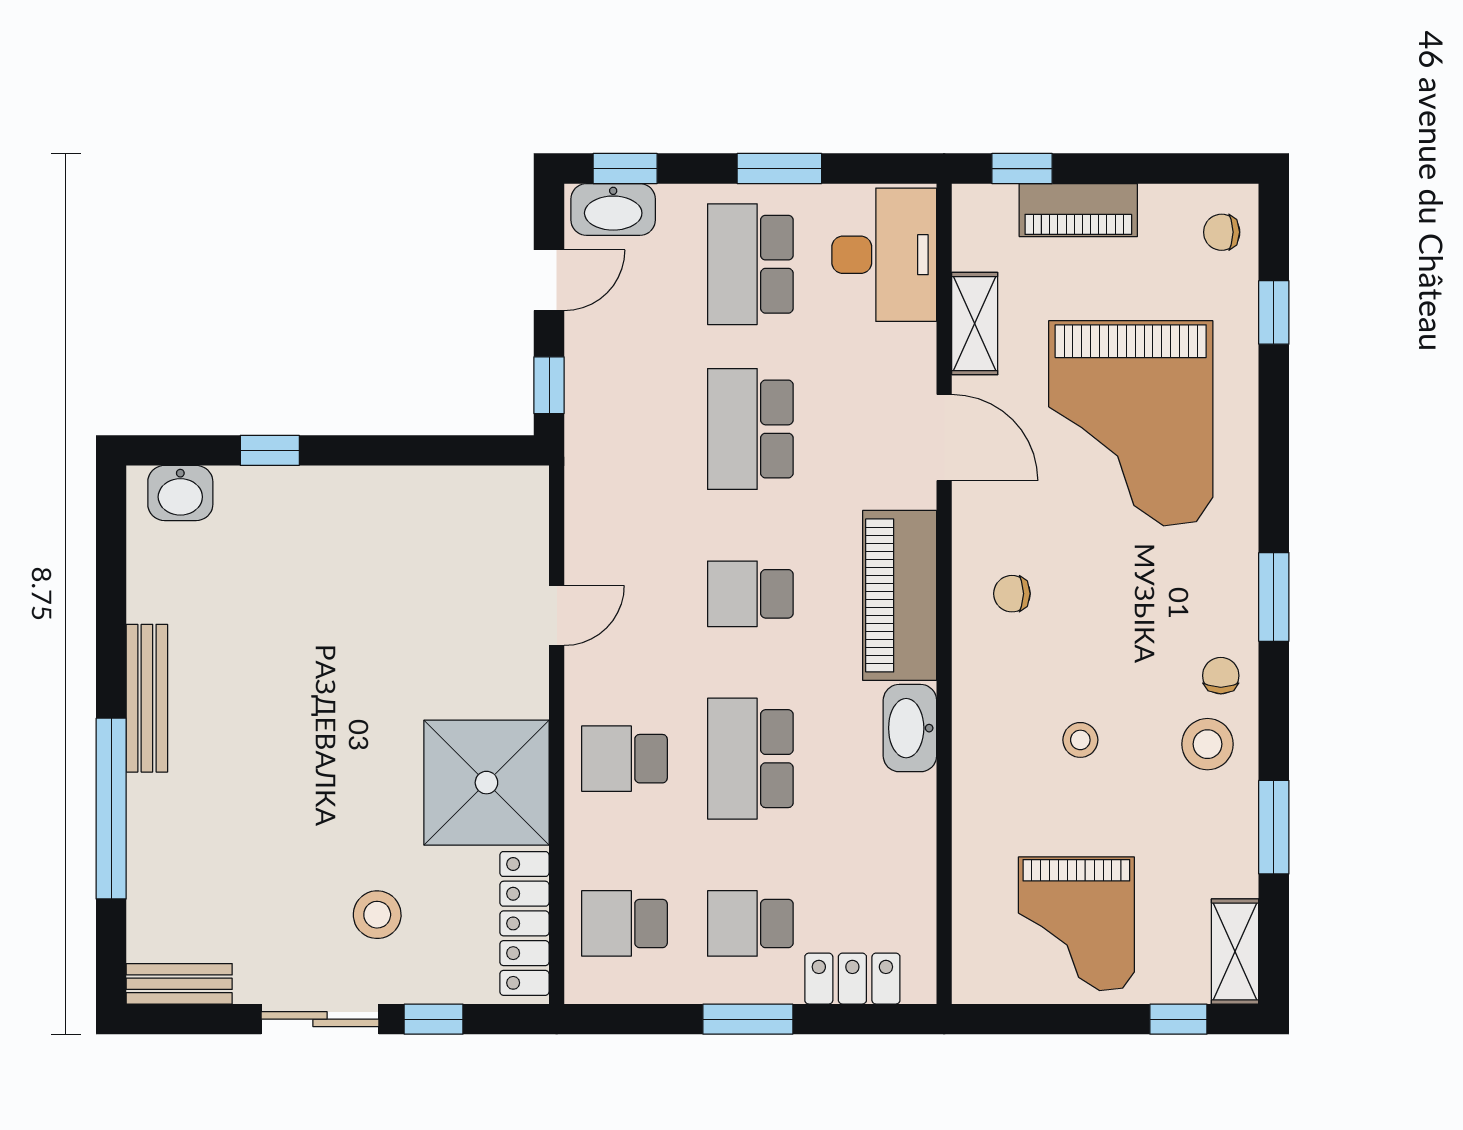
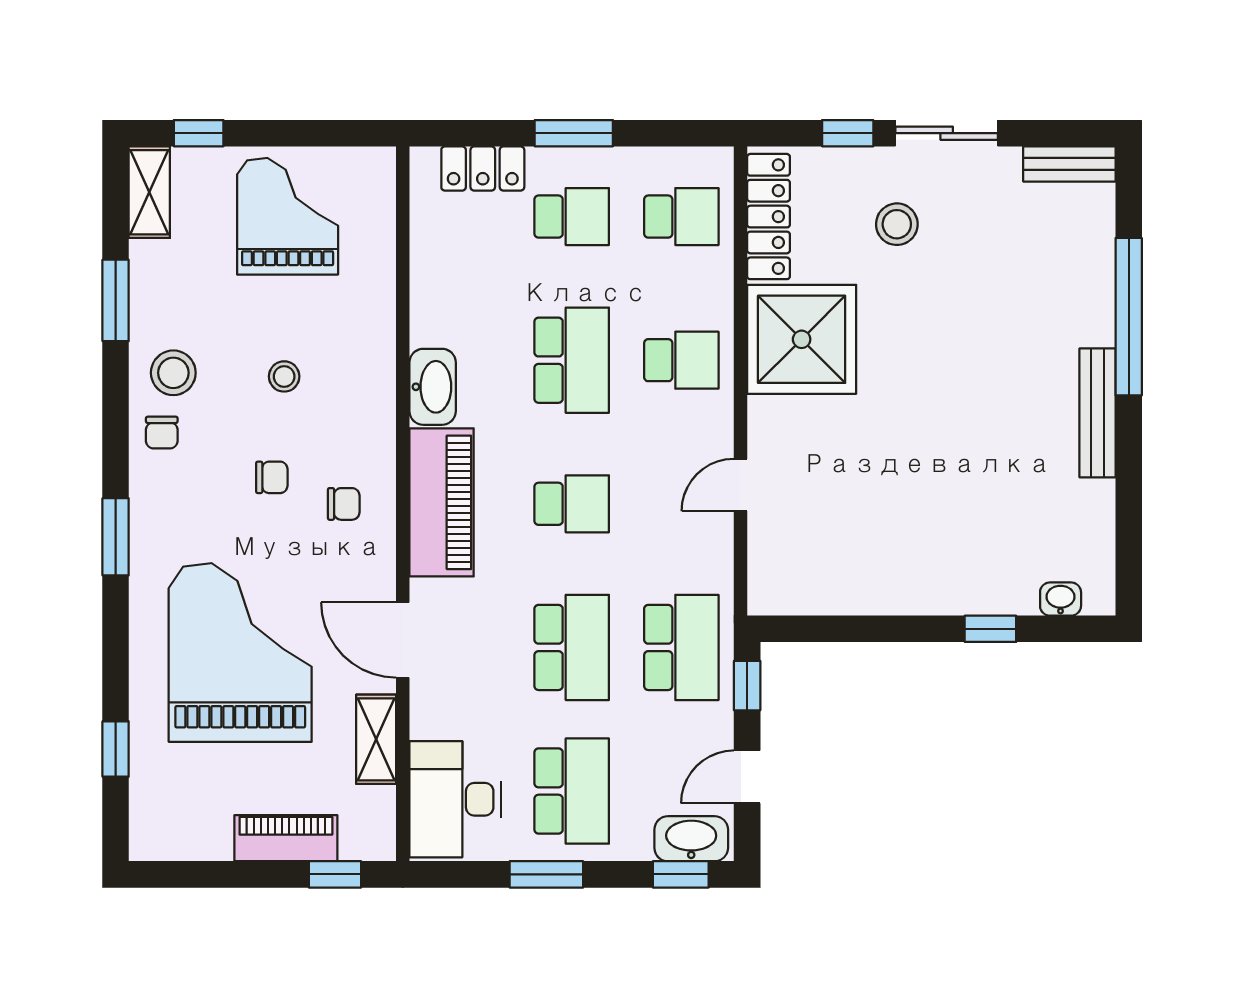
chair: (1222, 232) -> (272, 477), moved
school desk: (624, 429) -> (681, 647), added
washbasin: (180, 493) -> (1061, 599), width x0.72, depth x0.69
window: (1274, 597) -> (116, 537), moved

